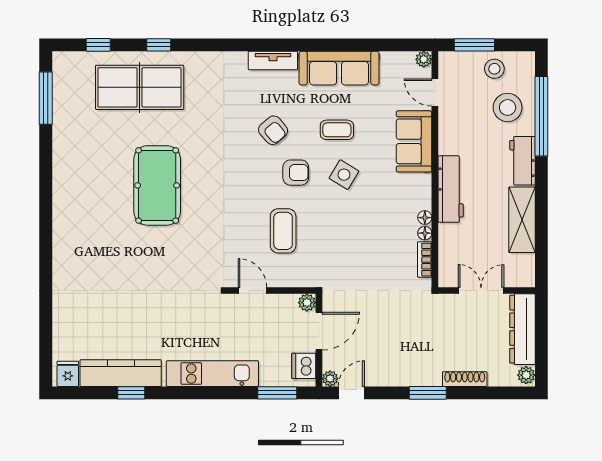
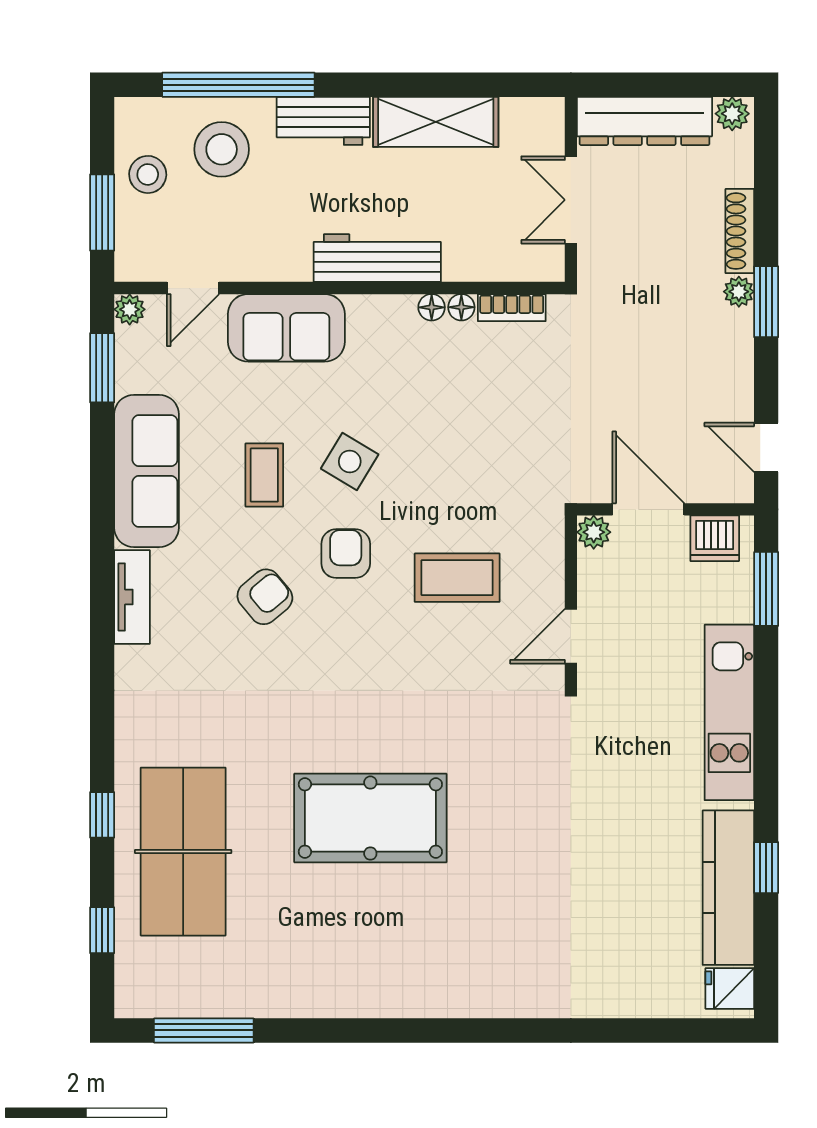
window: (393, 45) -> (102, 368), added
plant: (330, 379) -> (739, 292), moved

